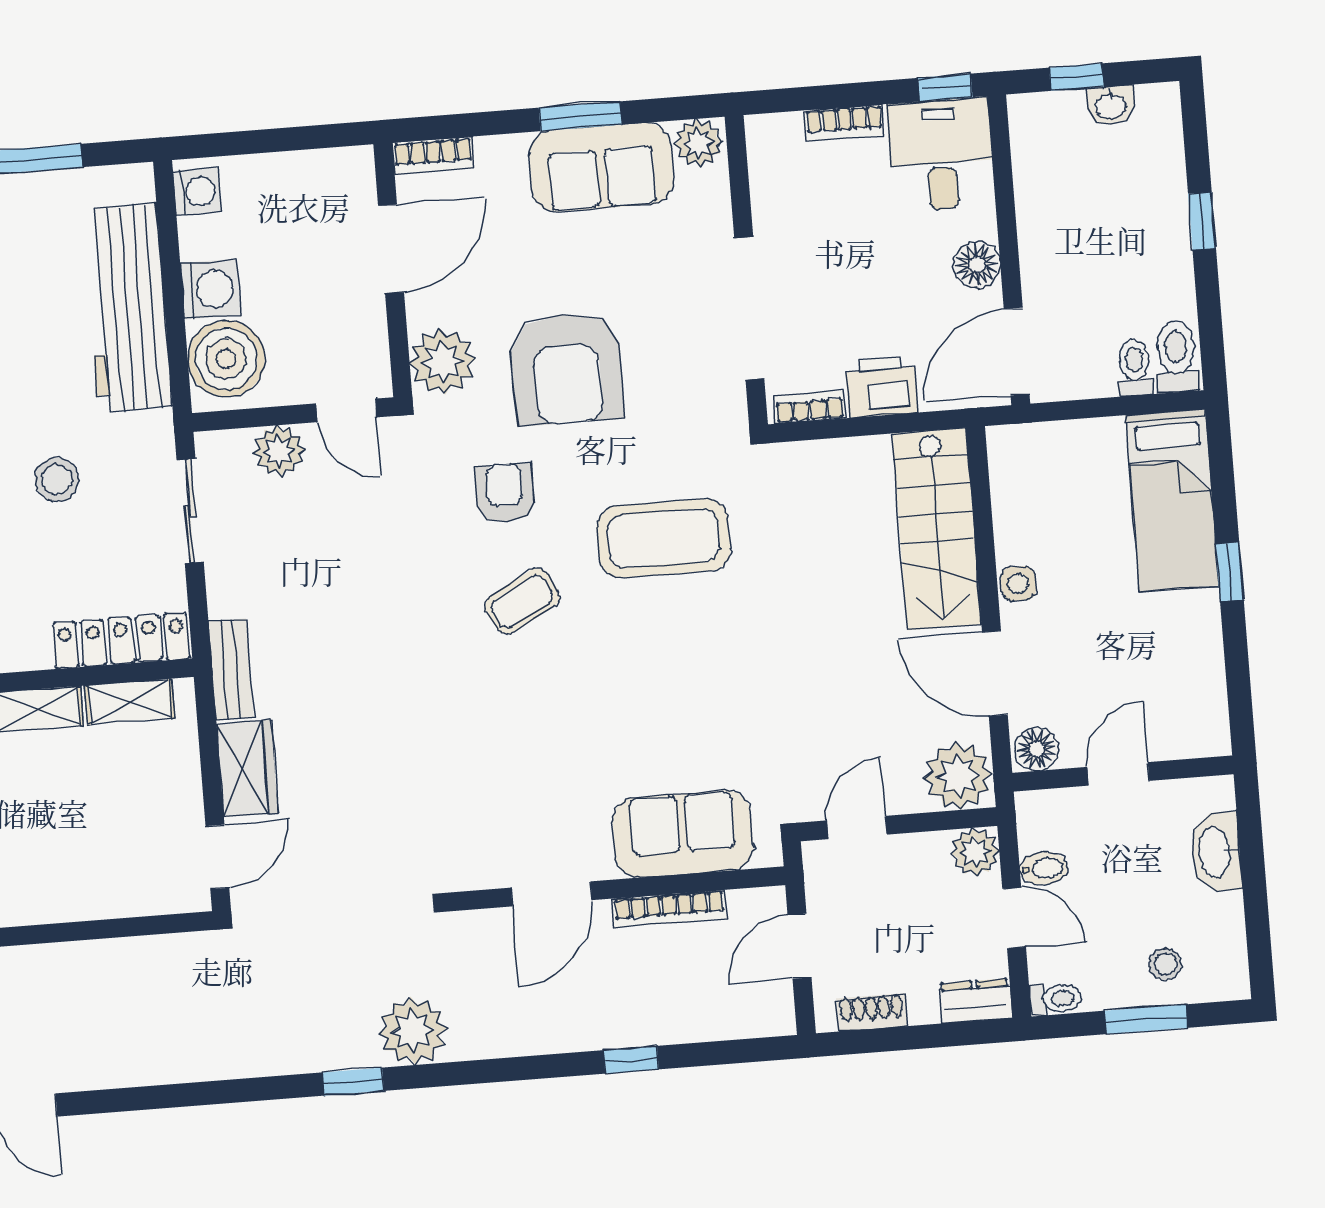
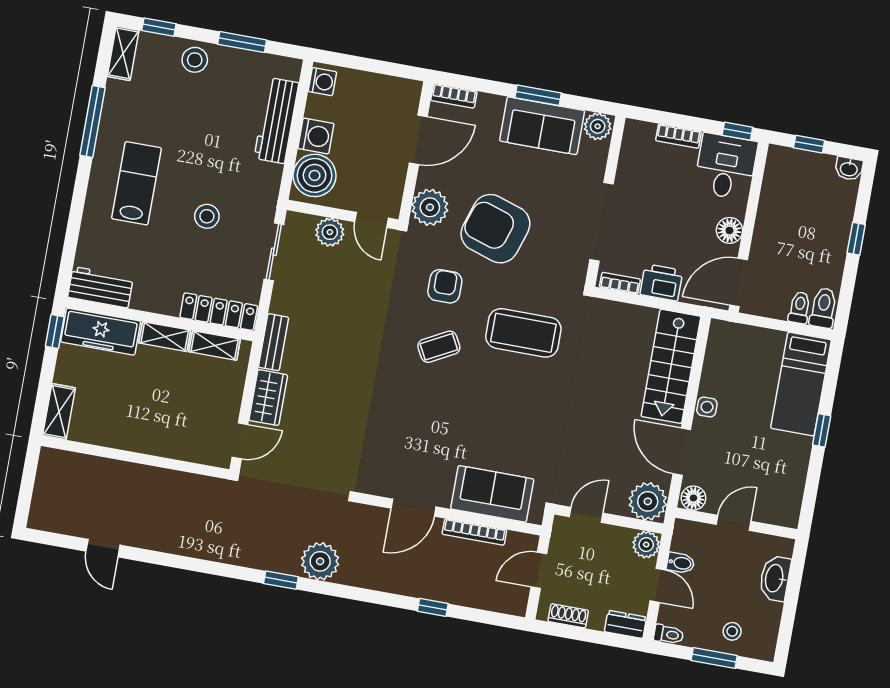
washbasin: (1111, 105) -> (849, 169), moved
workbench: (128, 308) -> (276, 121), width x0.73, depth x0.76
armchair: (567, 369) -> (495, 229), turned 108

